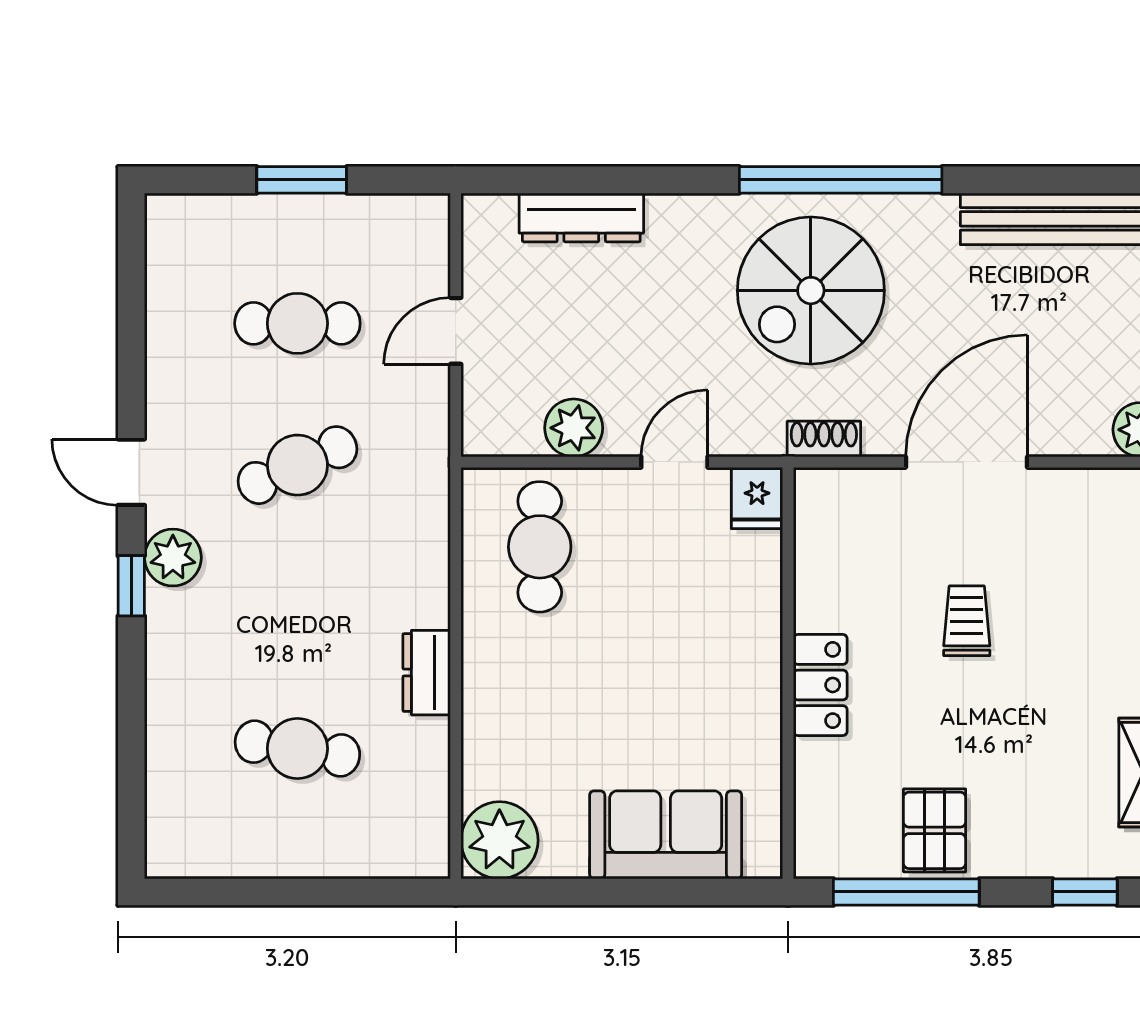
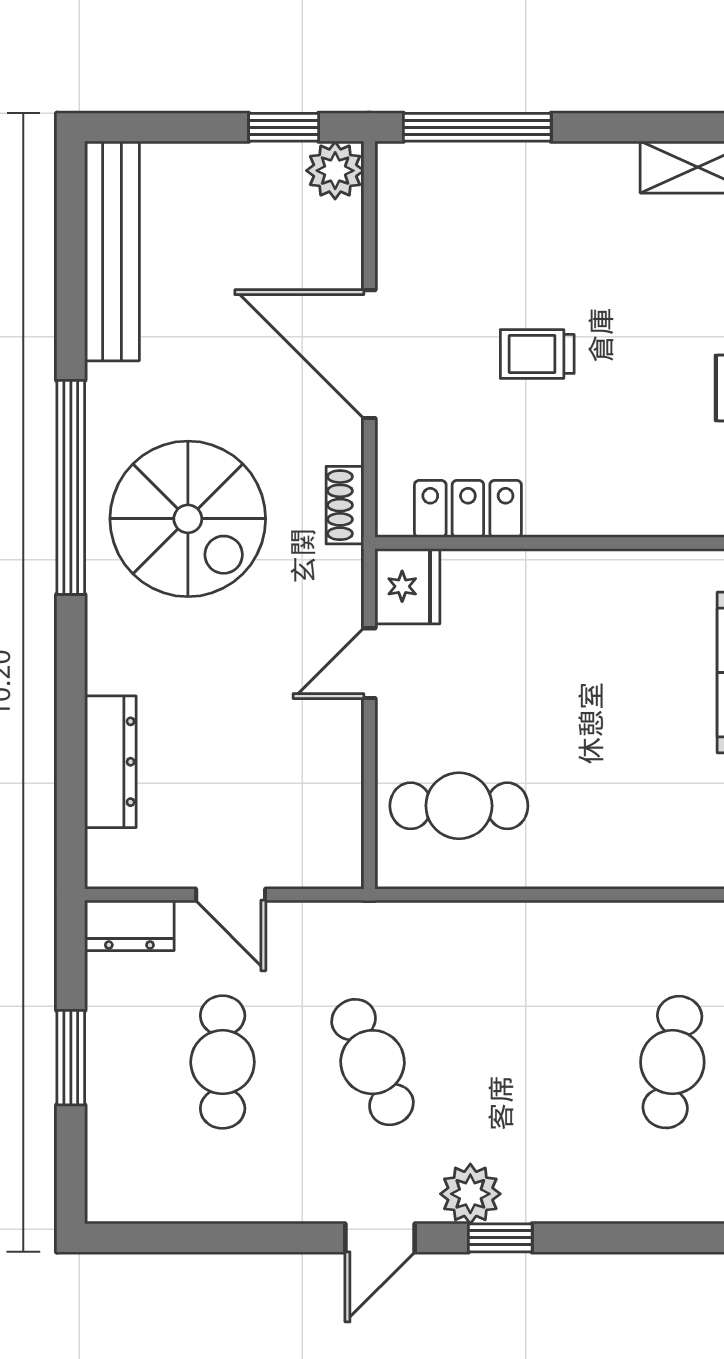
plant: (574, 428) -> (333, 770), removed
door: (674, 462) -> (369, 663), hinge flipped
fridge: (757, 498) -> (407, 586), width x1.38
dresser: (427, 673) -> (129, 925), moved
locker: (820, 685) -> (468, 509), moved

